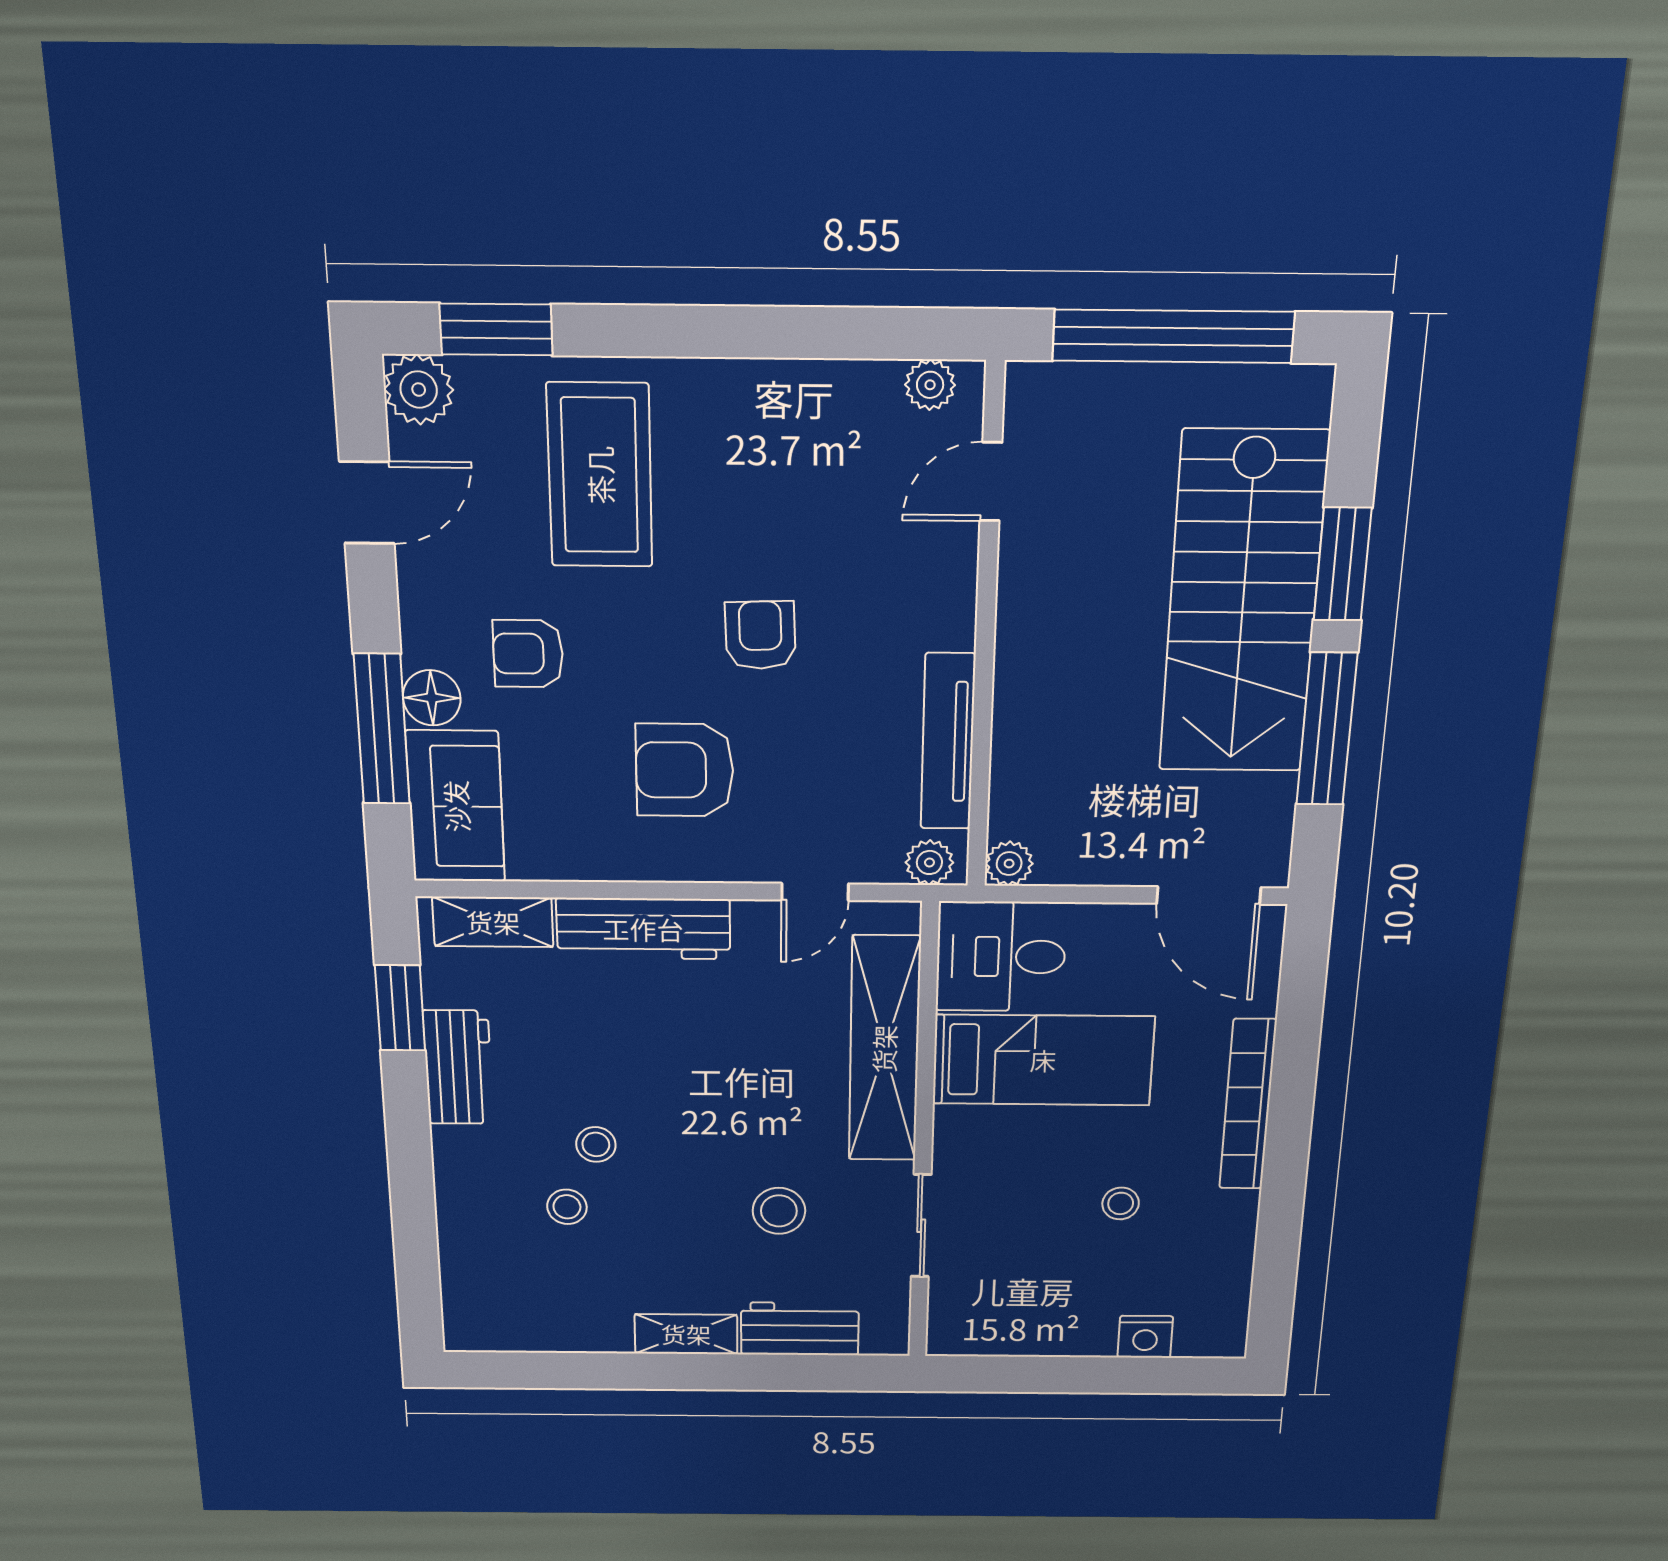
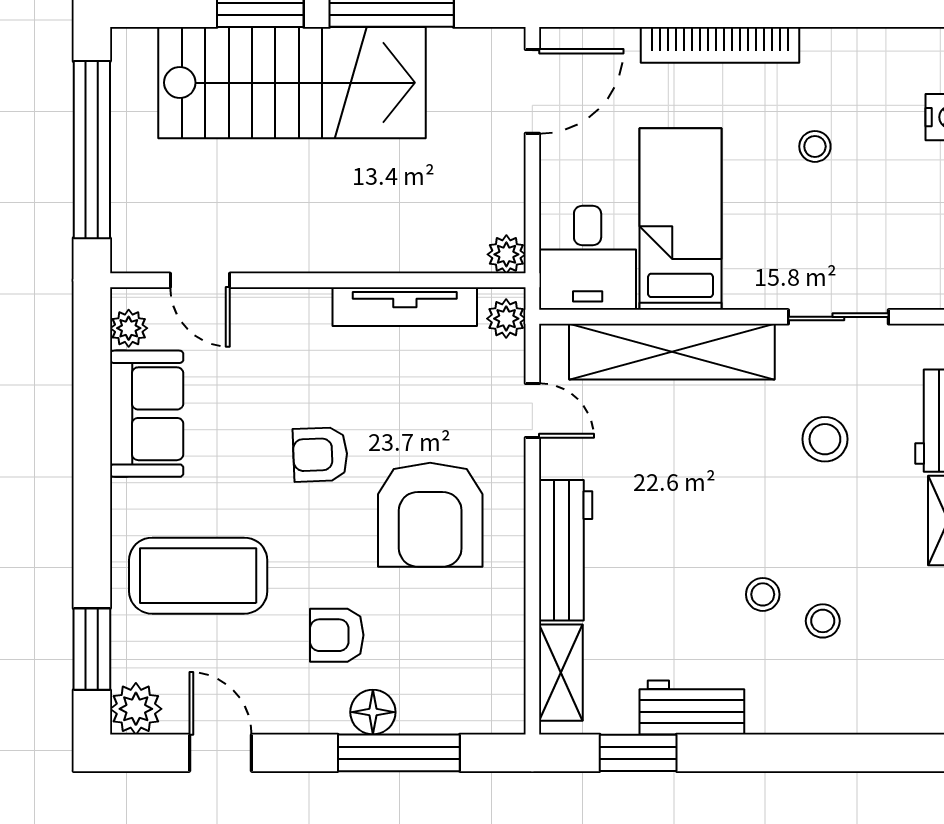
armchair: (528, 654) -> (337, 635), turned 90
armchair: (685, 770) -> (430, 515), width x1.36, depth x1.36
sofa: (456, 806) -> (147, 414), moved, turned 90

